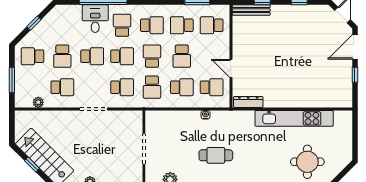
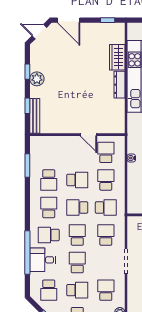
plant: (291, 12) -> (37, 79), added
school desk: (212, 25) -> (49, 290), moved
door: (231, 68) -> (88, 135), hinge flipped
window: (355, 75) -> (108, 20), moved
wardrobe: (315, 100) -> (117, 57), added
dresser: (248, 102) -> (119, 85), moved

